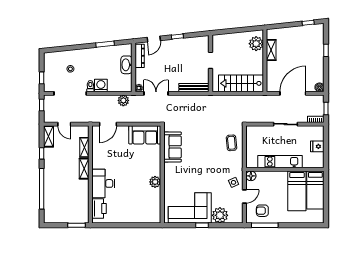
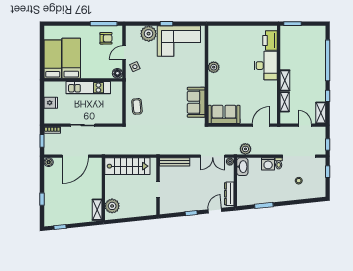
shelving: (271, 50) -> (97, 210), moved
washbasin: (126, 65) -> (242, 167), moved

